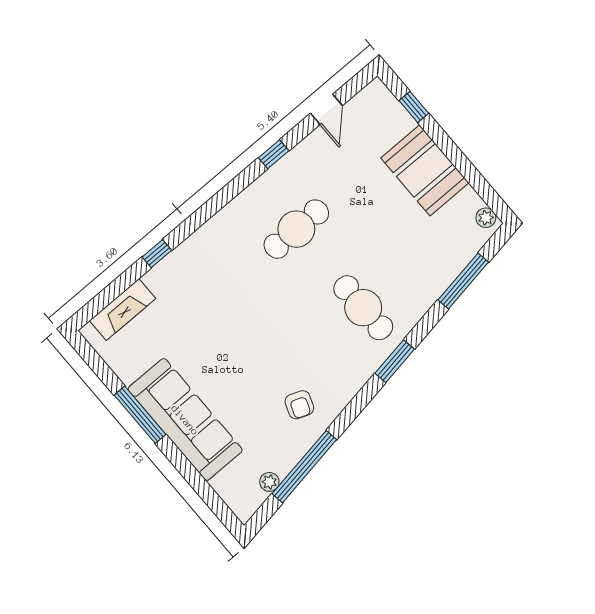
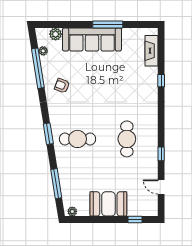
plant: (226, 485) -> (56, 34), added

